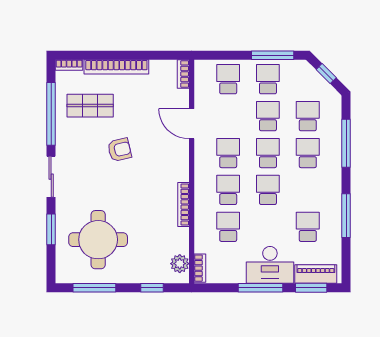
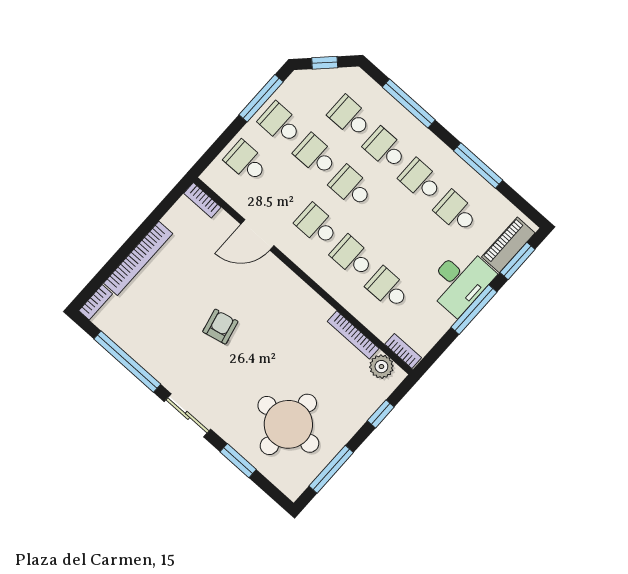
shop shelf: (90, 106) -> (153, 317), removed
school desk: (268, 190) -> (421, 180), moved
bookcase: (183, 205) -> (353, 335), moved

